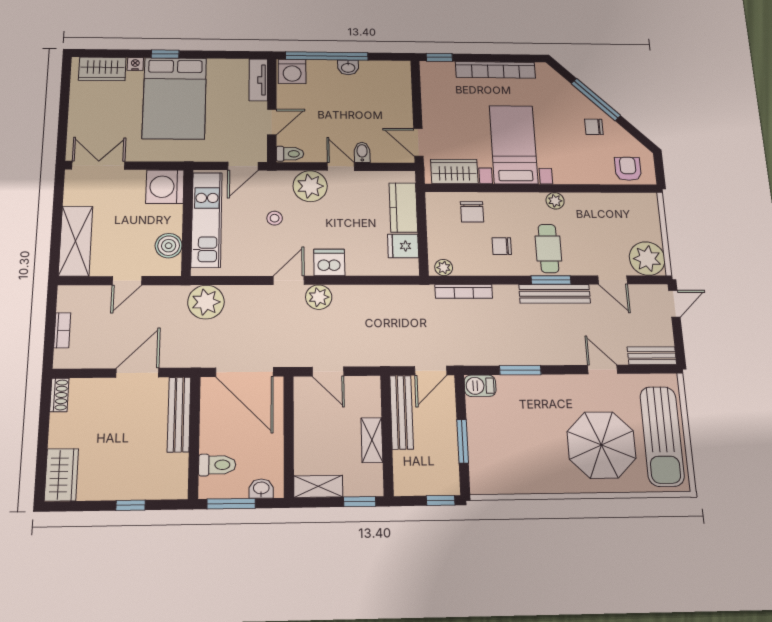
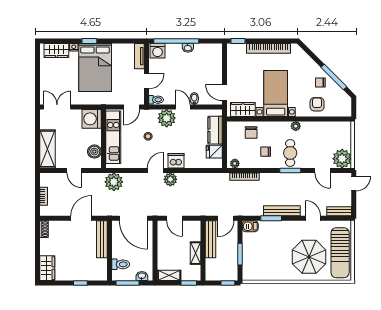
window: (596, 99) -> (334, 77), moved
armchair: (628, 169) -> (317, 104), moved
door: (127, 281) -> (74, 170), hinge flipped
bench: (555, 294) -> (282, 211), moved

